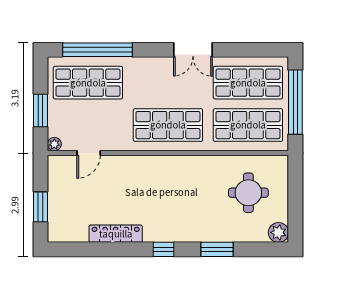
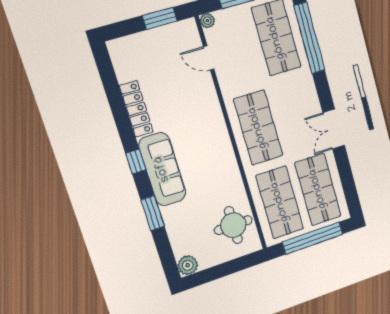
round table: (248, 193) -> (233, 225), moved
window: (41, 207) -> (160, 18), moved
sofa: (179, 228) -> (162, 169), added

